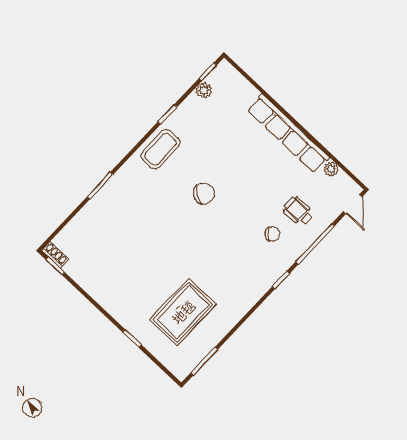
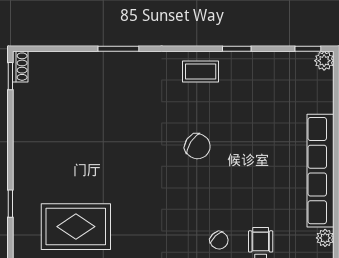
plant: (204, 90) -> (324, 61), moved
coffee table: (161, 149) -> (201, 71), width x0.73, depth x0.77

